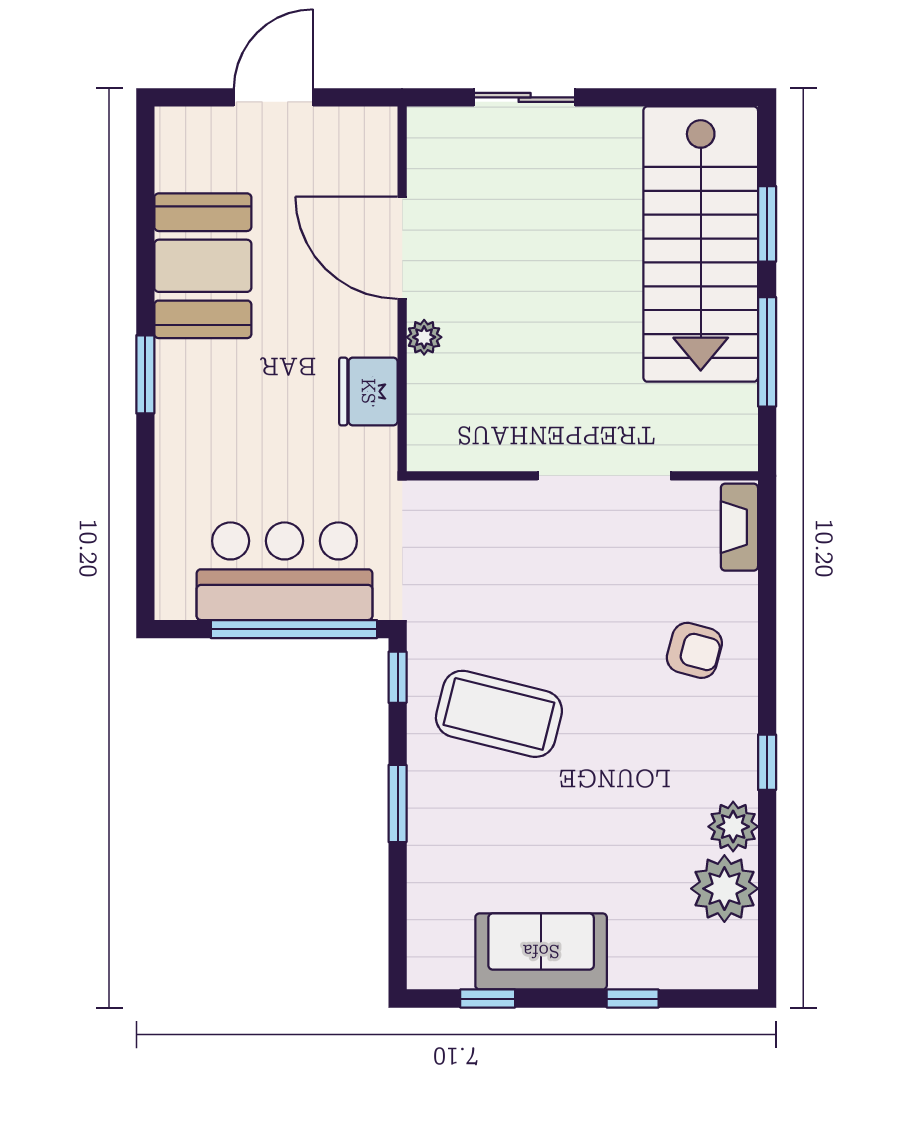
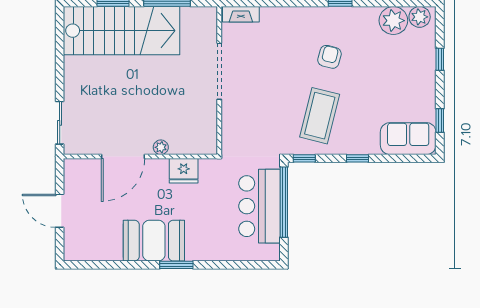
sliding door: (525, 97) -> (60, 123), moved
booth: (203, 266) -> (154, 241), moved
armchair: (694, 650) -> (329, 57), moved
window: (398, 803) -> (357, 158), width x0.67
plant: (733, 827) -> (420, 17), moved
sofa: (541, 951) -> (408, 139), moved, turned 90

